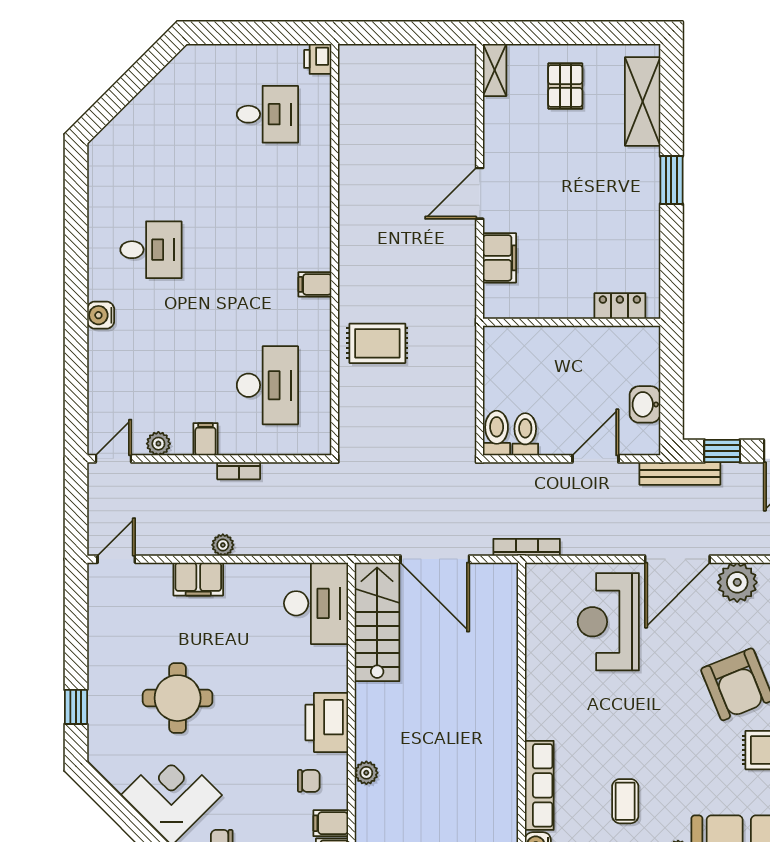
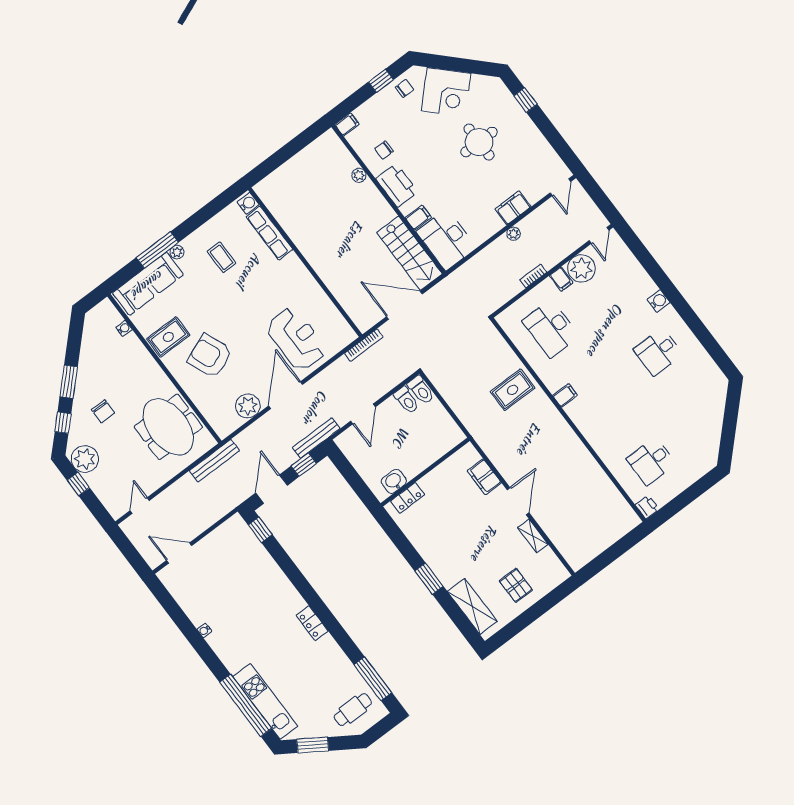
shelving: (495, 70) -> (533, 536), moved
washbasin: (645, 404) -> (394, 481), moved, turned -90
plant: (158, 444) -> (581, 268), width x1.87, depth x1.87
filing cabinet: (331, 823) -> (418, 218), moved

